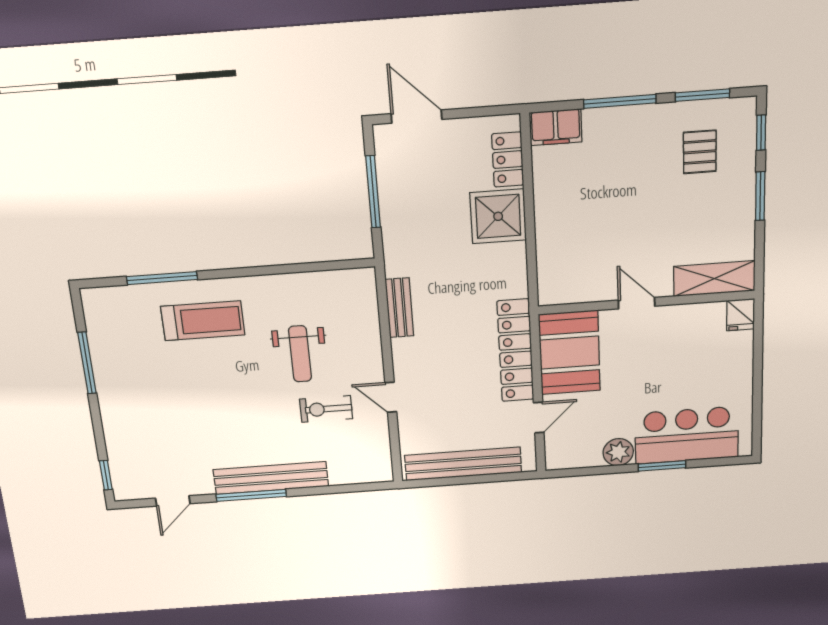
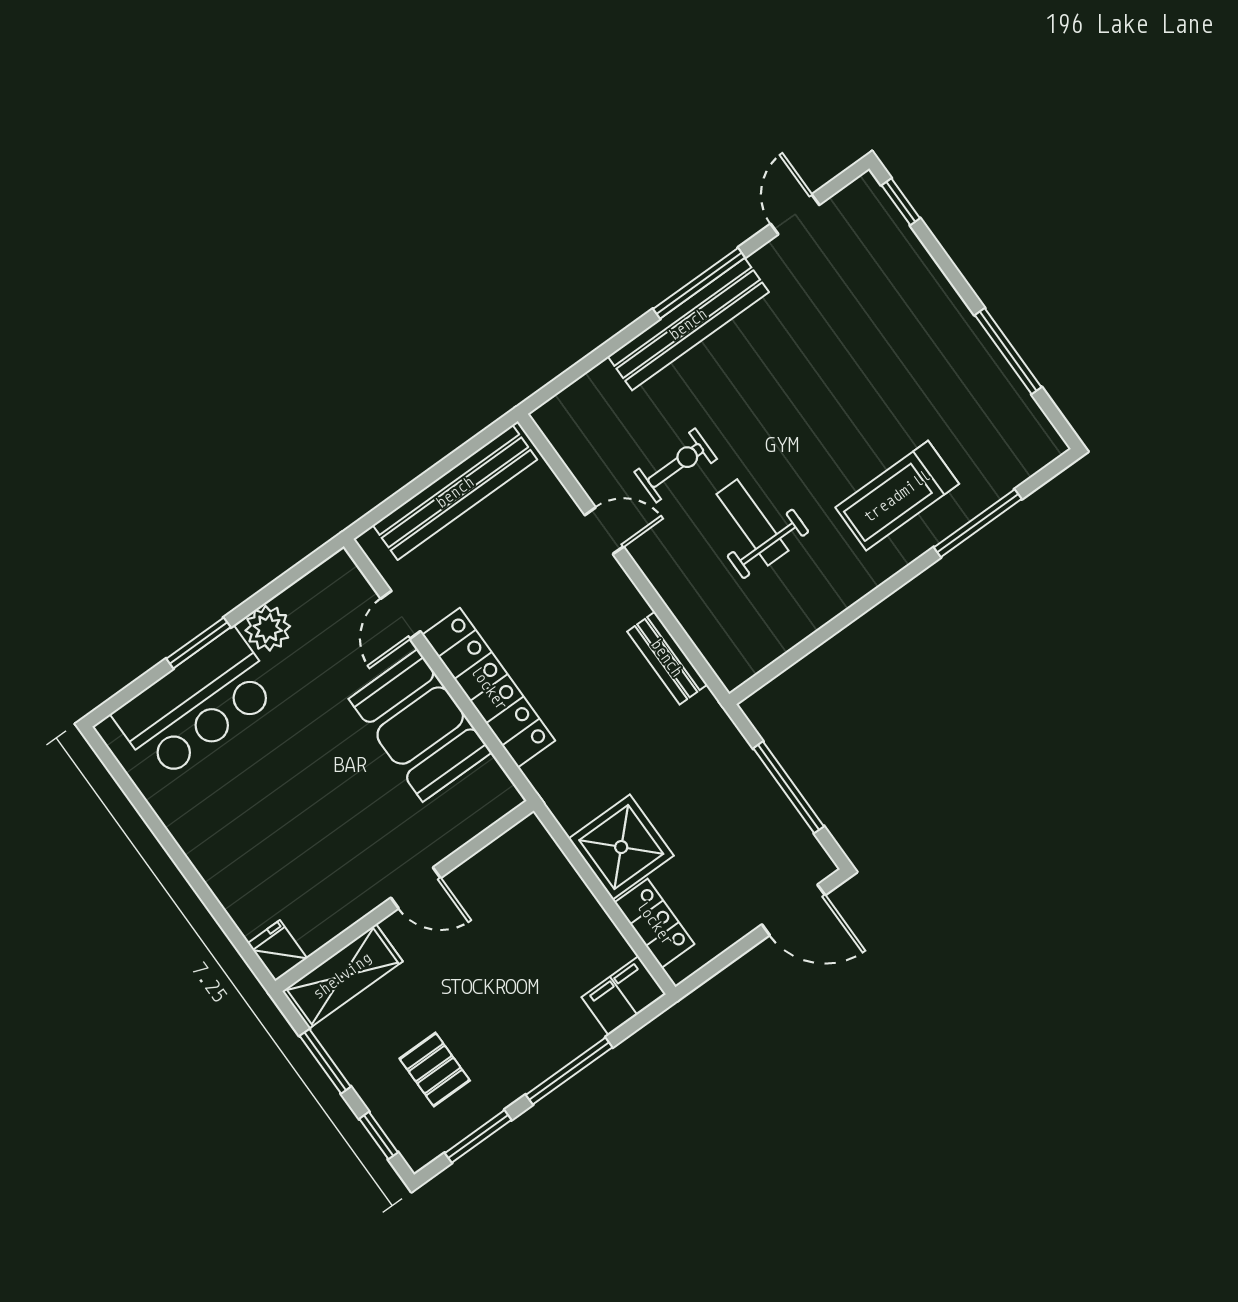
shelving: (714, 279) -> (342, 976), moved
wall: (646, 302) -> (404, 896), moved
door: (637, 303) -> (416, 888), moved
fridge: (741, 315) -> (278, 951), moved

